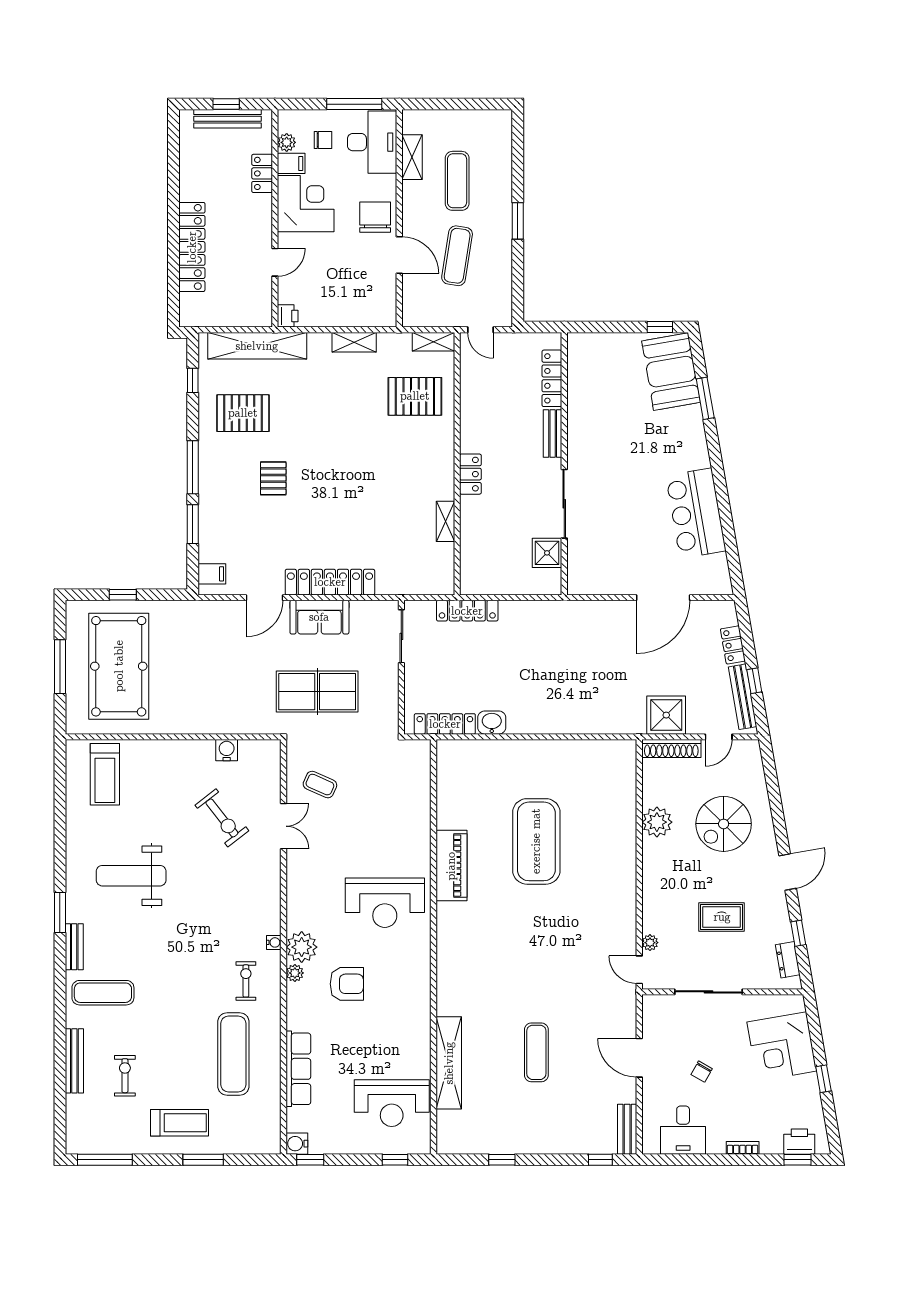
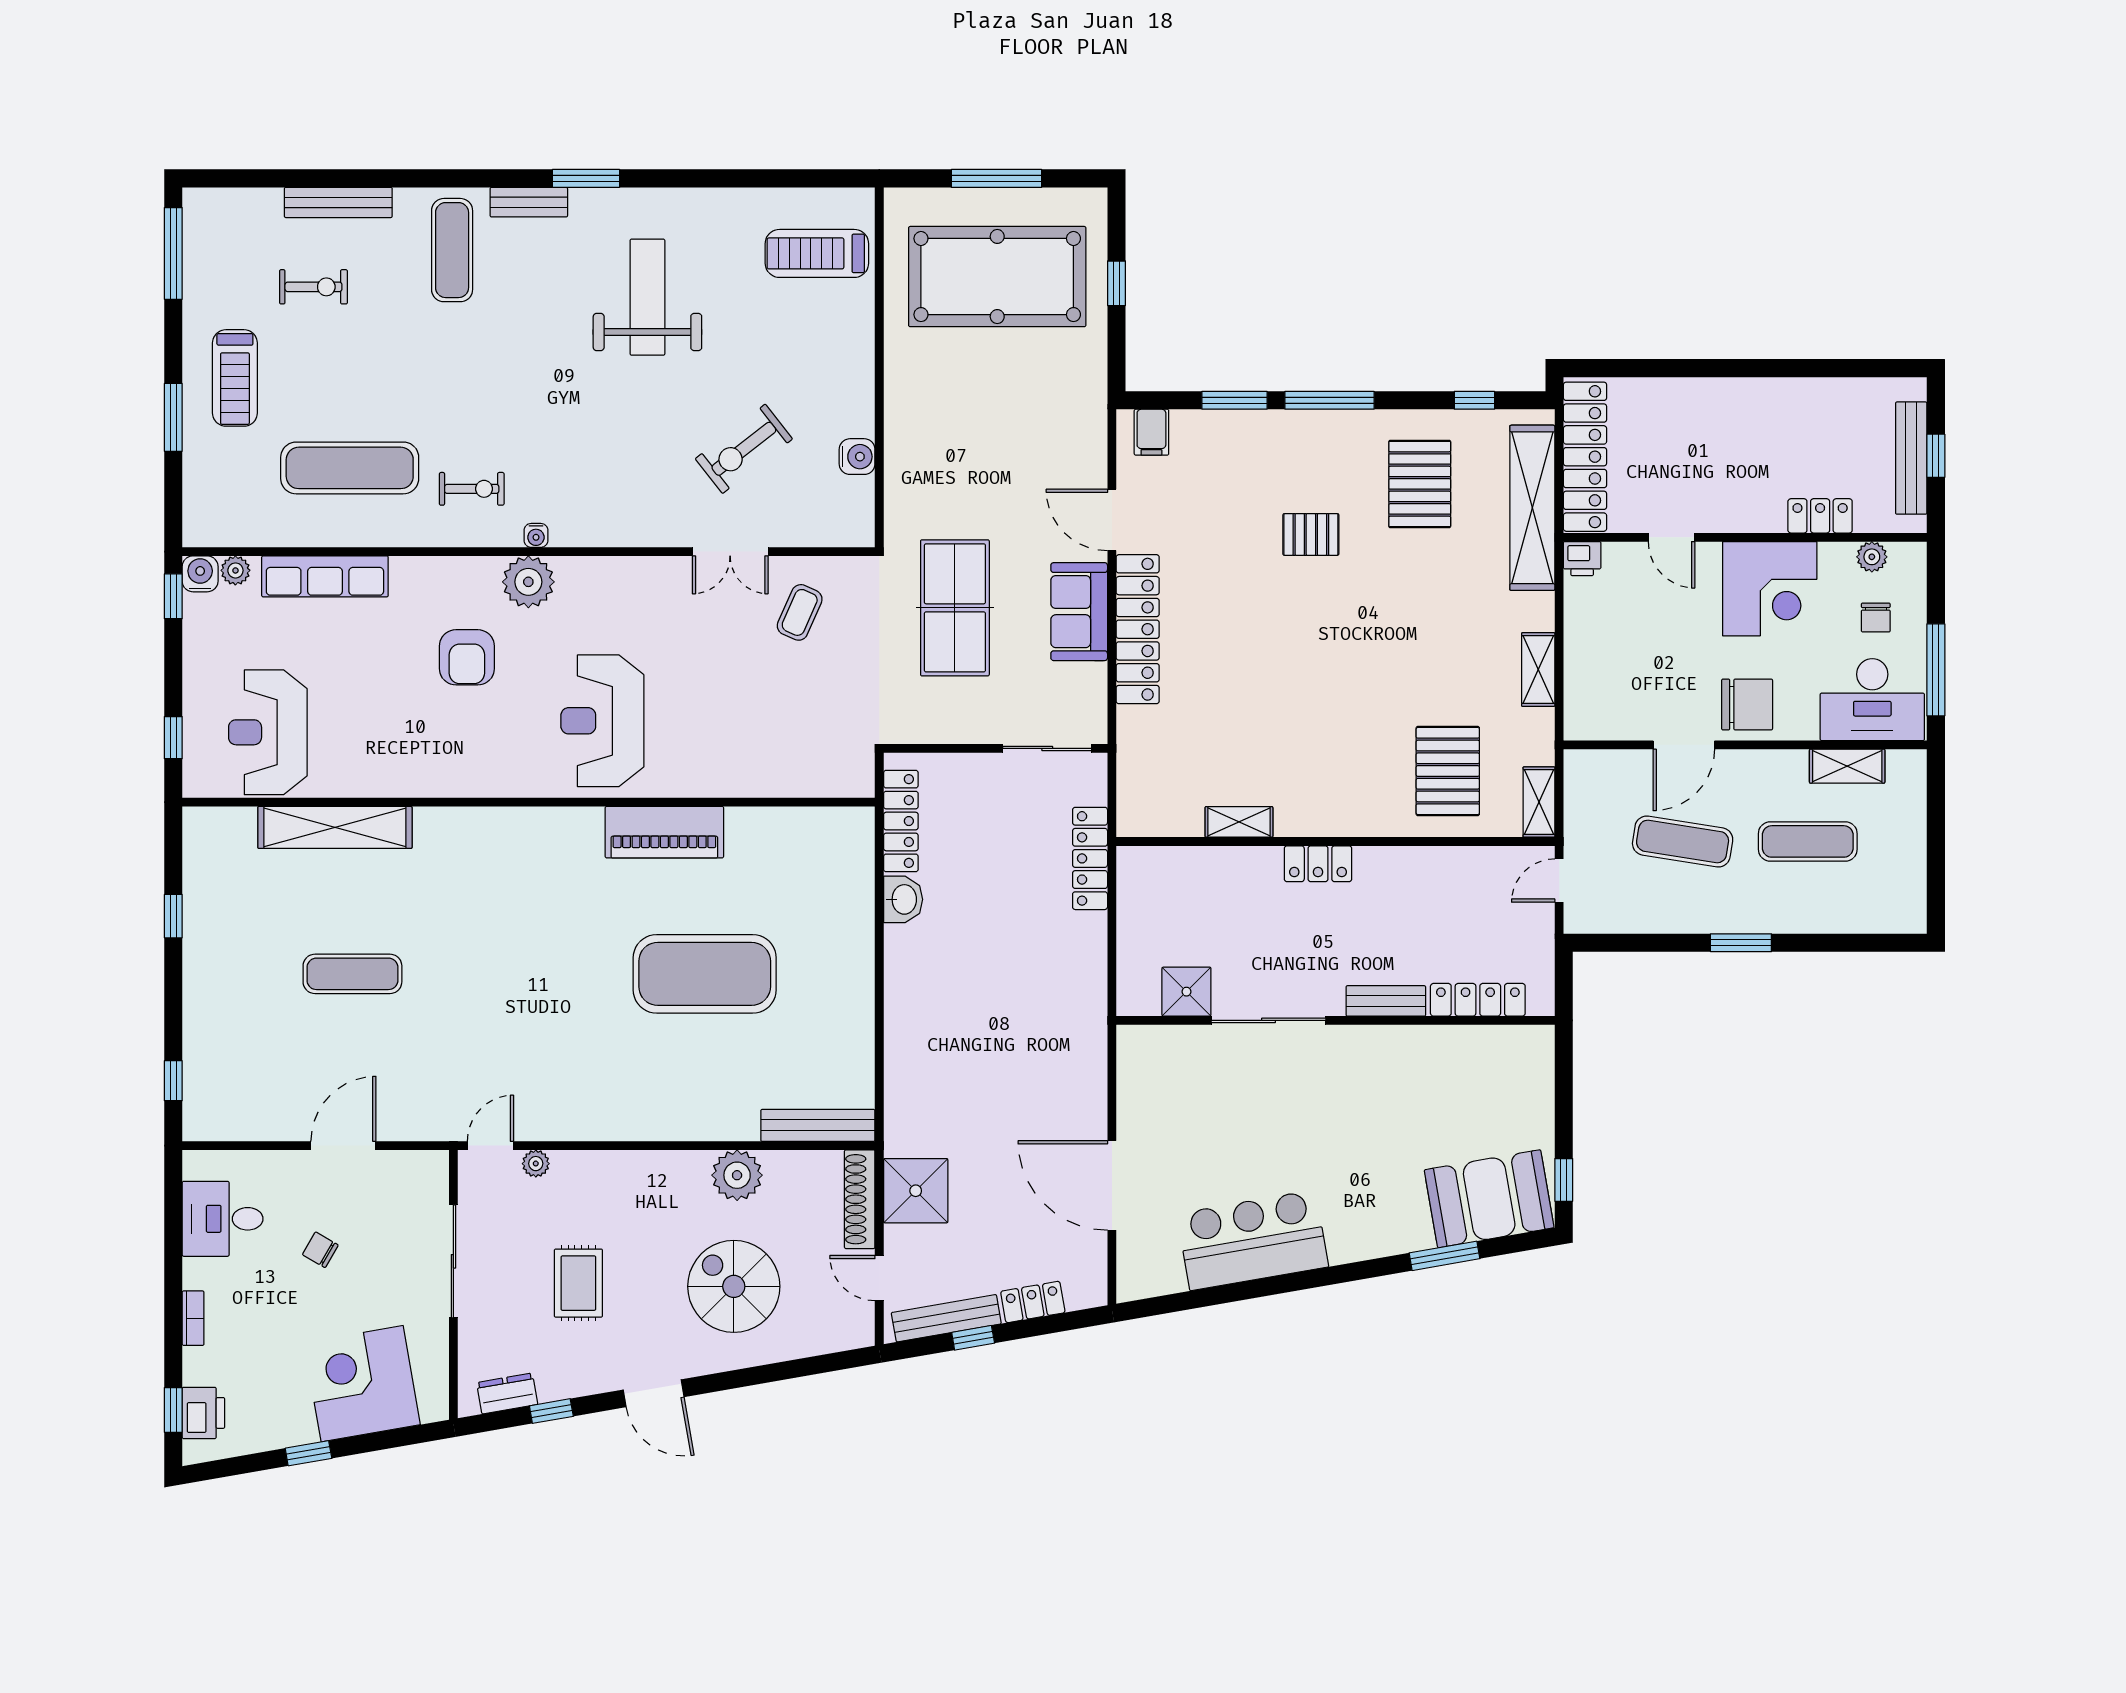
filing cabinet: (291, 163) -> (1837, 564), removed
locker: (192, 247) -> (1585, 457), moved, turned -90
plant: (295, 973) -> (235, 570), moved
bench: (627, 1129) -> (818, 1125), moved, width x1.36

